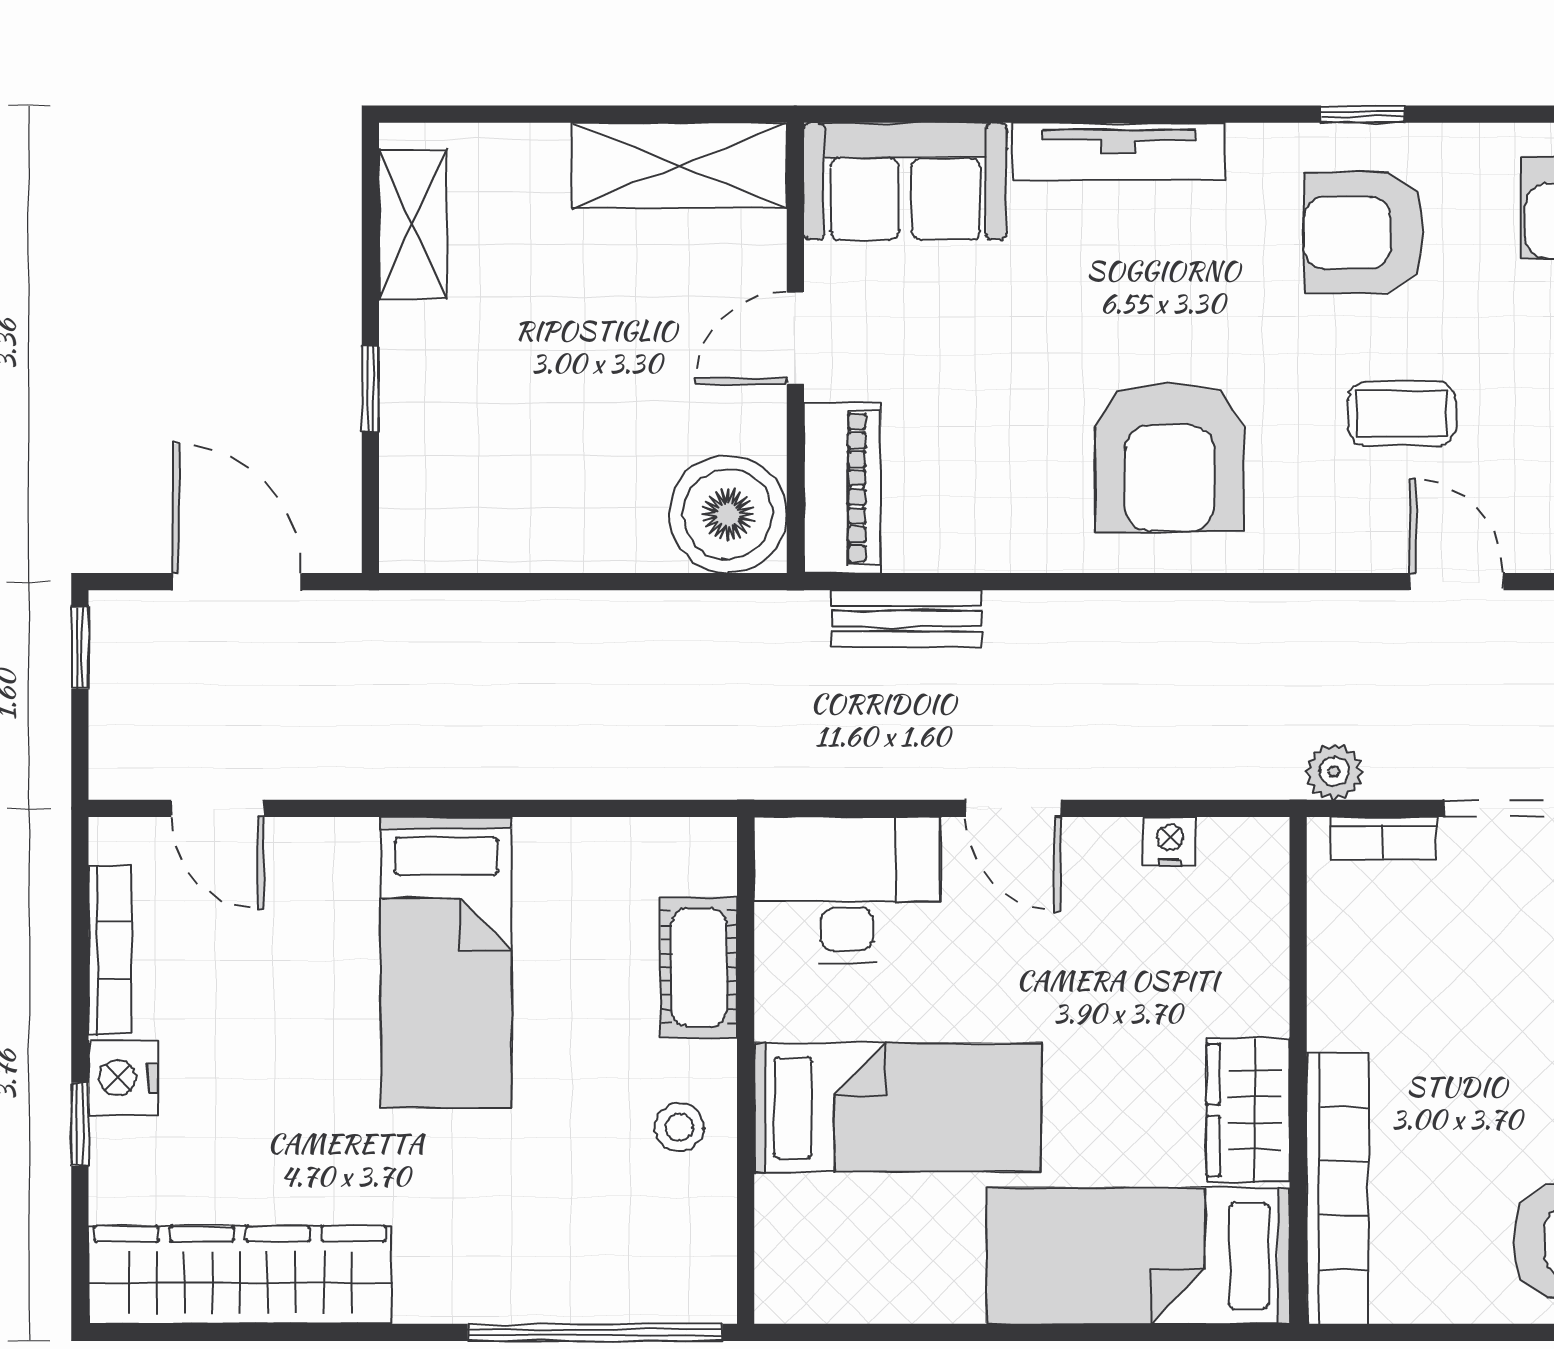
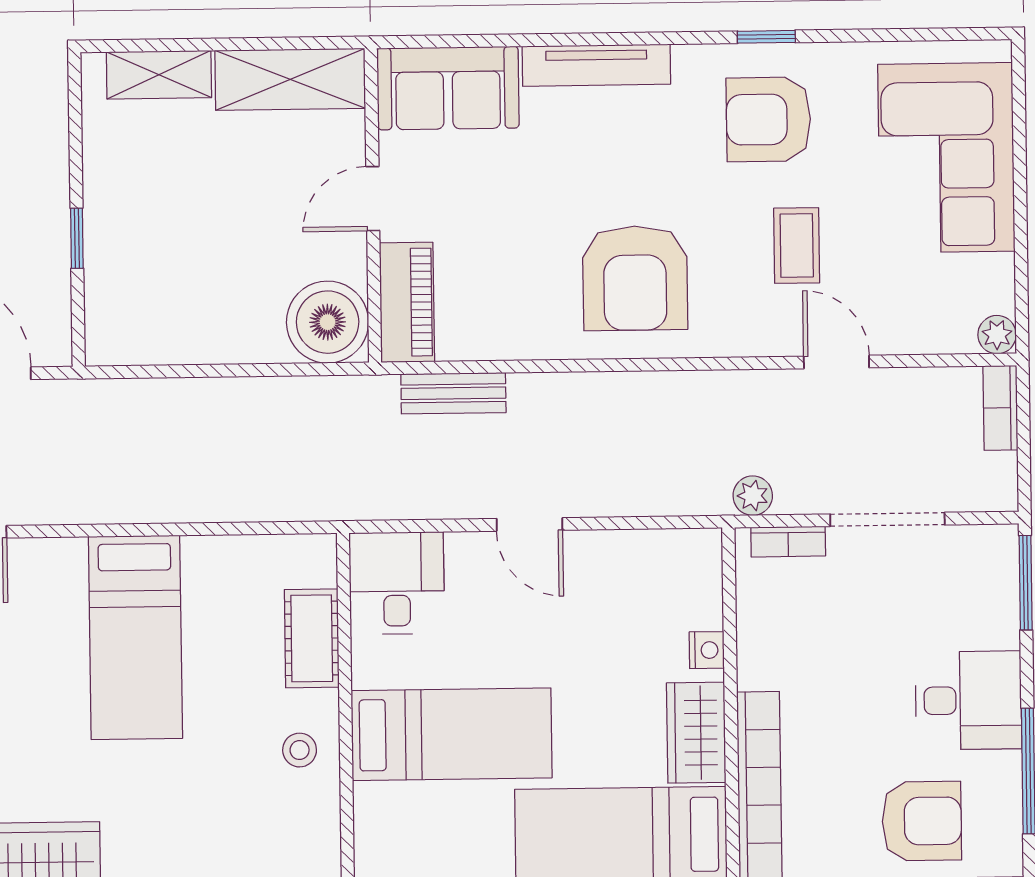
shelving: (413, 224) -> (159, 75), moved, turned 90
coffee table: (1402, 414) -> (797, 245), turned 90
nightstand: (1170, 842) -> (707, 650), moved, turned 90
desk: (847, 890) -> (397, 583), width x0.73

